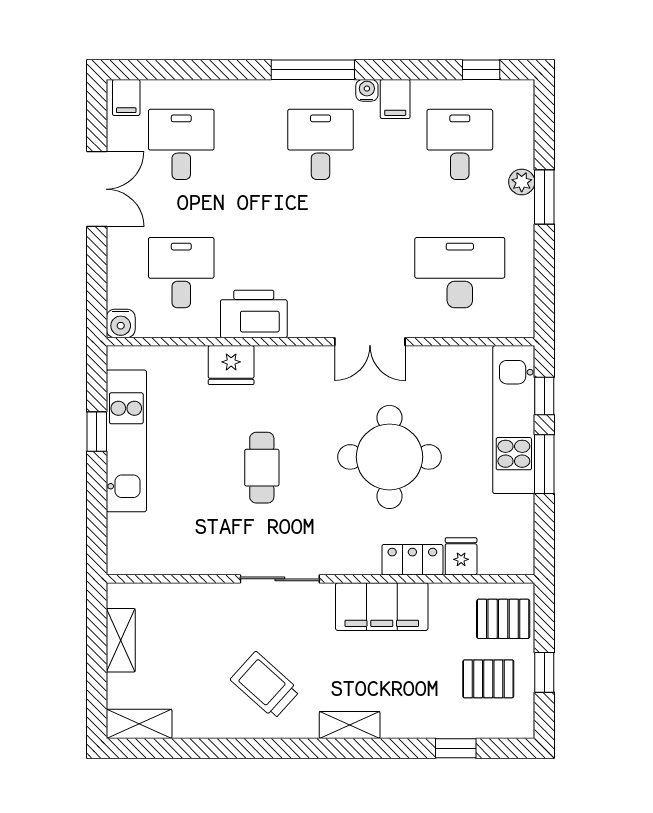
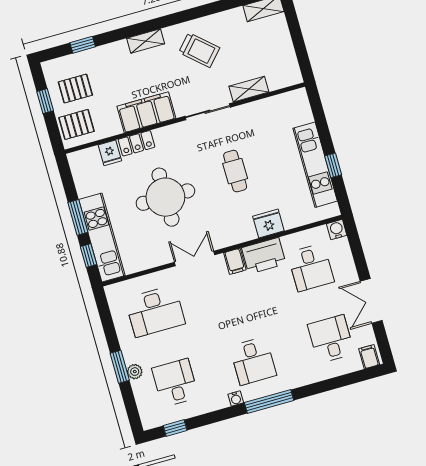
filing cabinet: (395, 99) -> (235, 261), moved, turned 180
desk: (181, 144) -> (331, 339), turned 180
desk: (460, 144) -> (175, 383), turned 180
shelving: (121, 640) -> (249, 89), moved, turned 90

